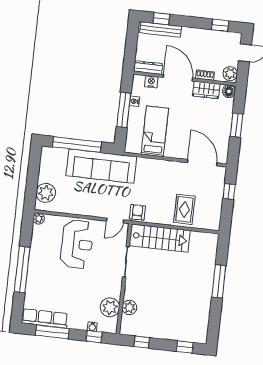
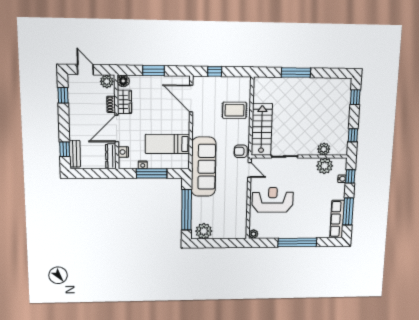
bench: (161, 29) -> (75, 154), width x0.73
door: (202, 163) -> (191, 99), hinge flipped
sofa: (101, 166) -> (204, 167), moved
plant: (46, 193) -> (204, 231), moved

